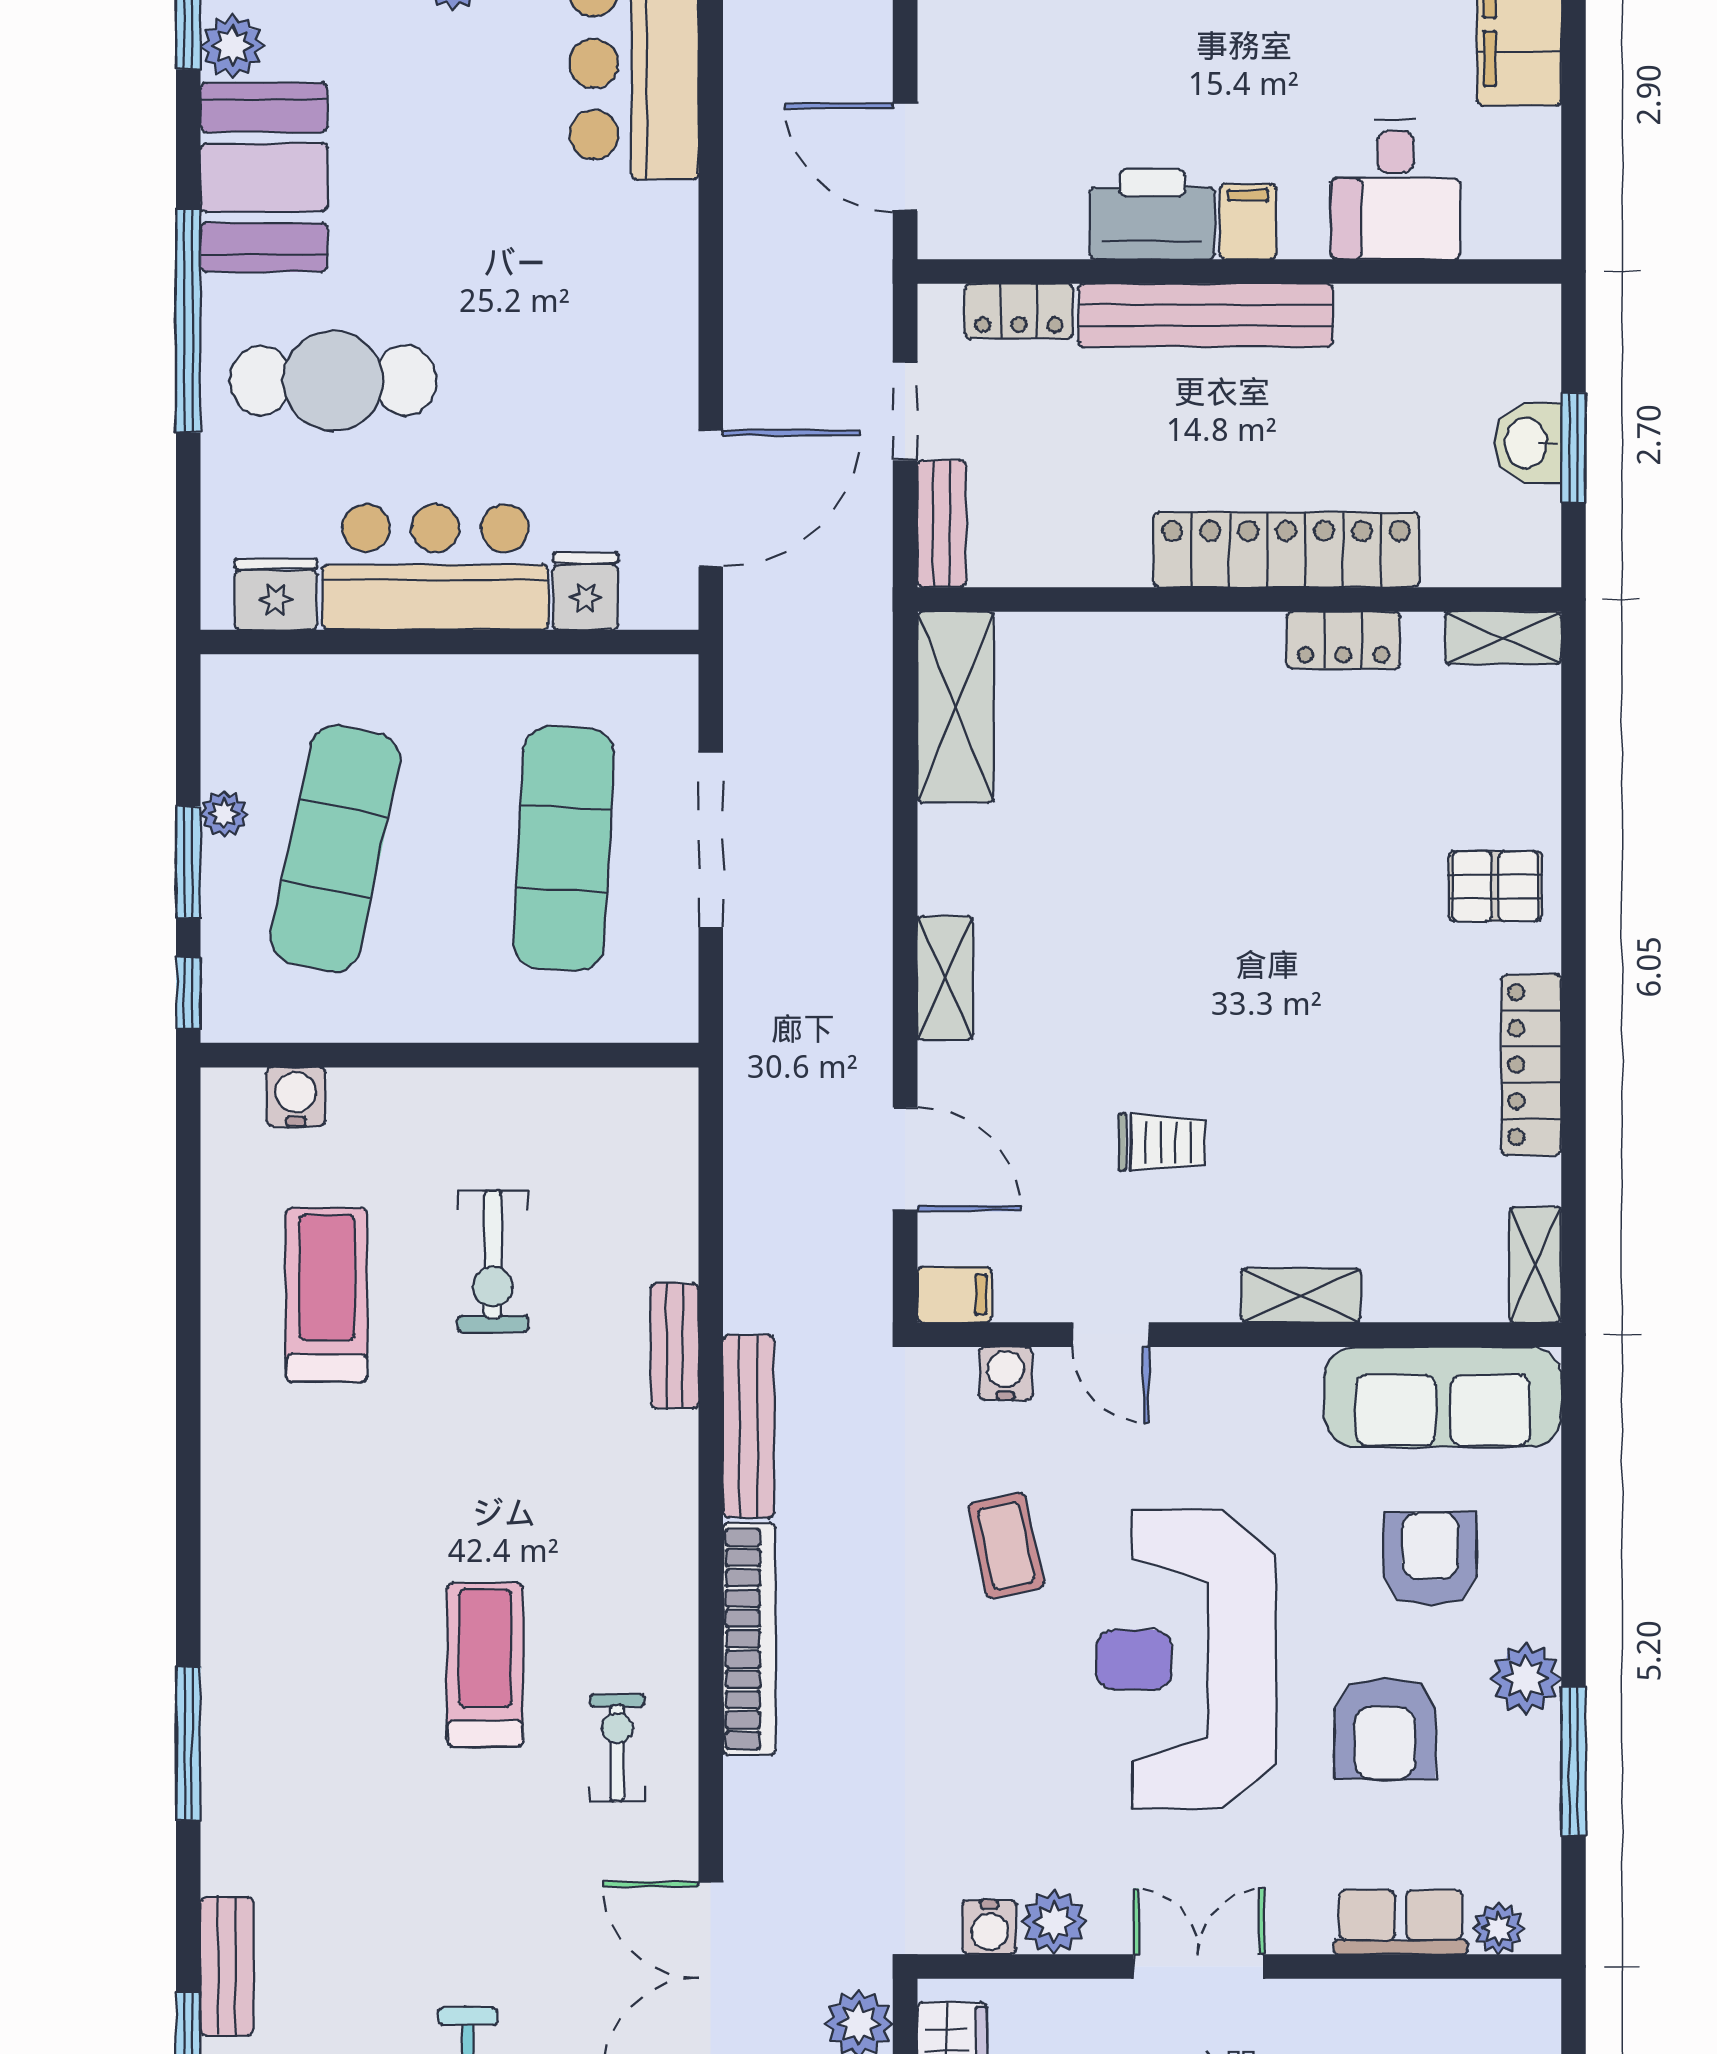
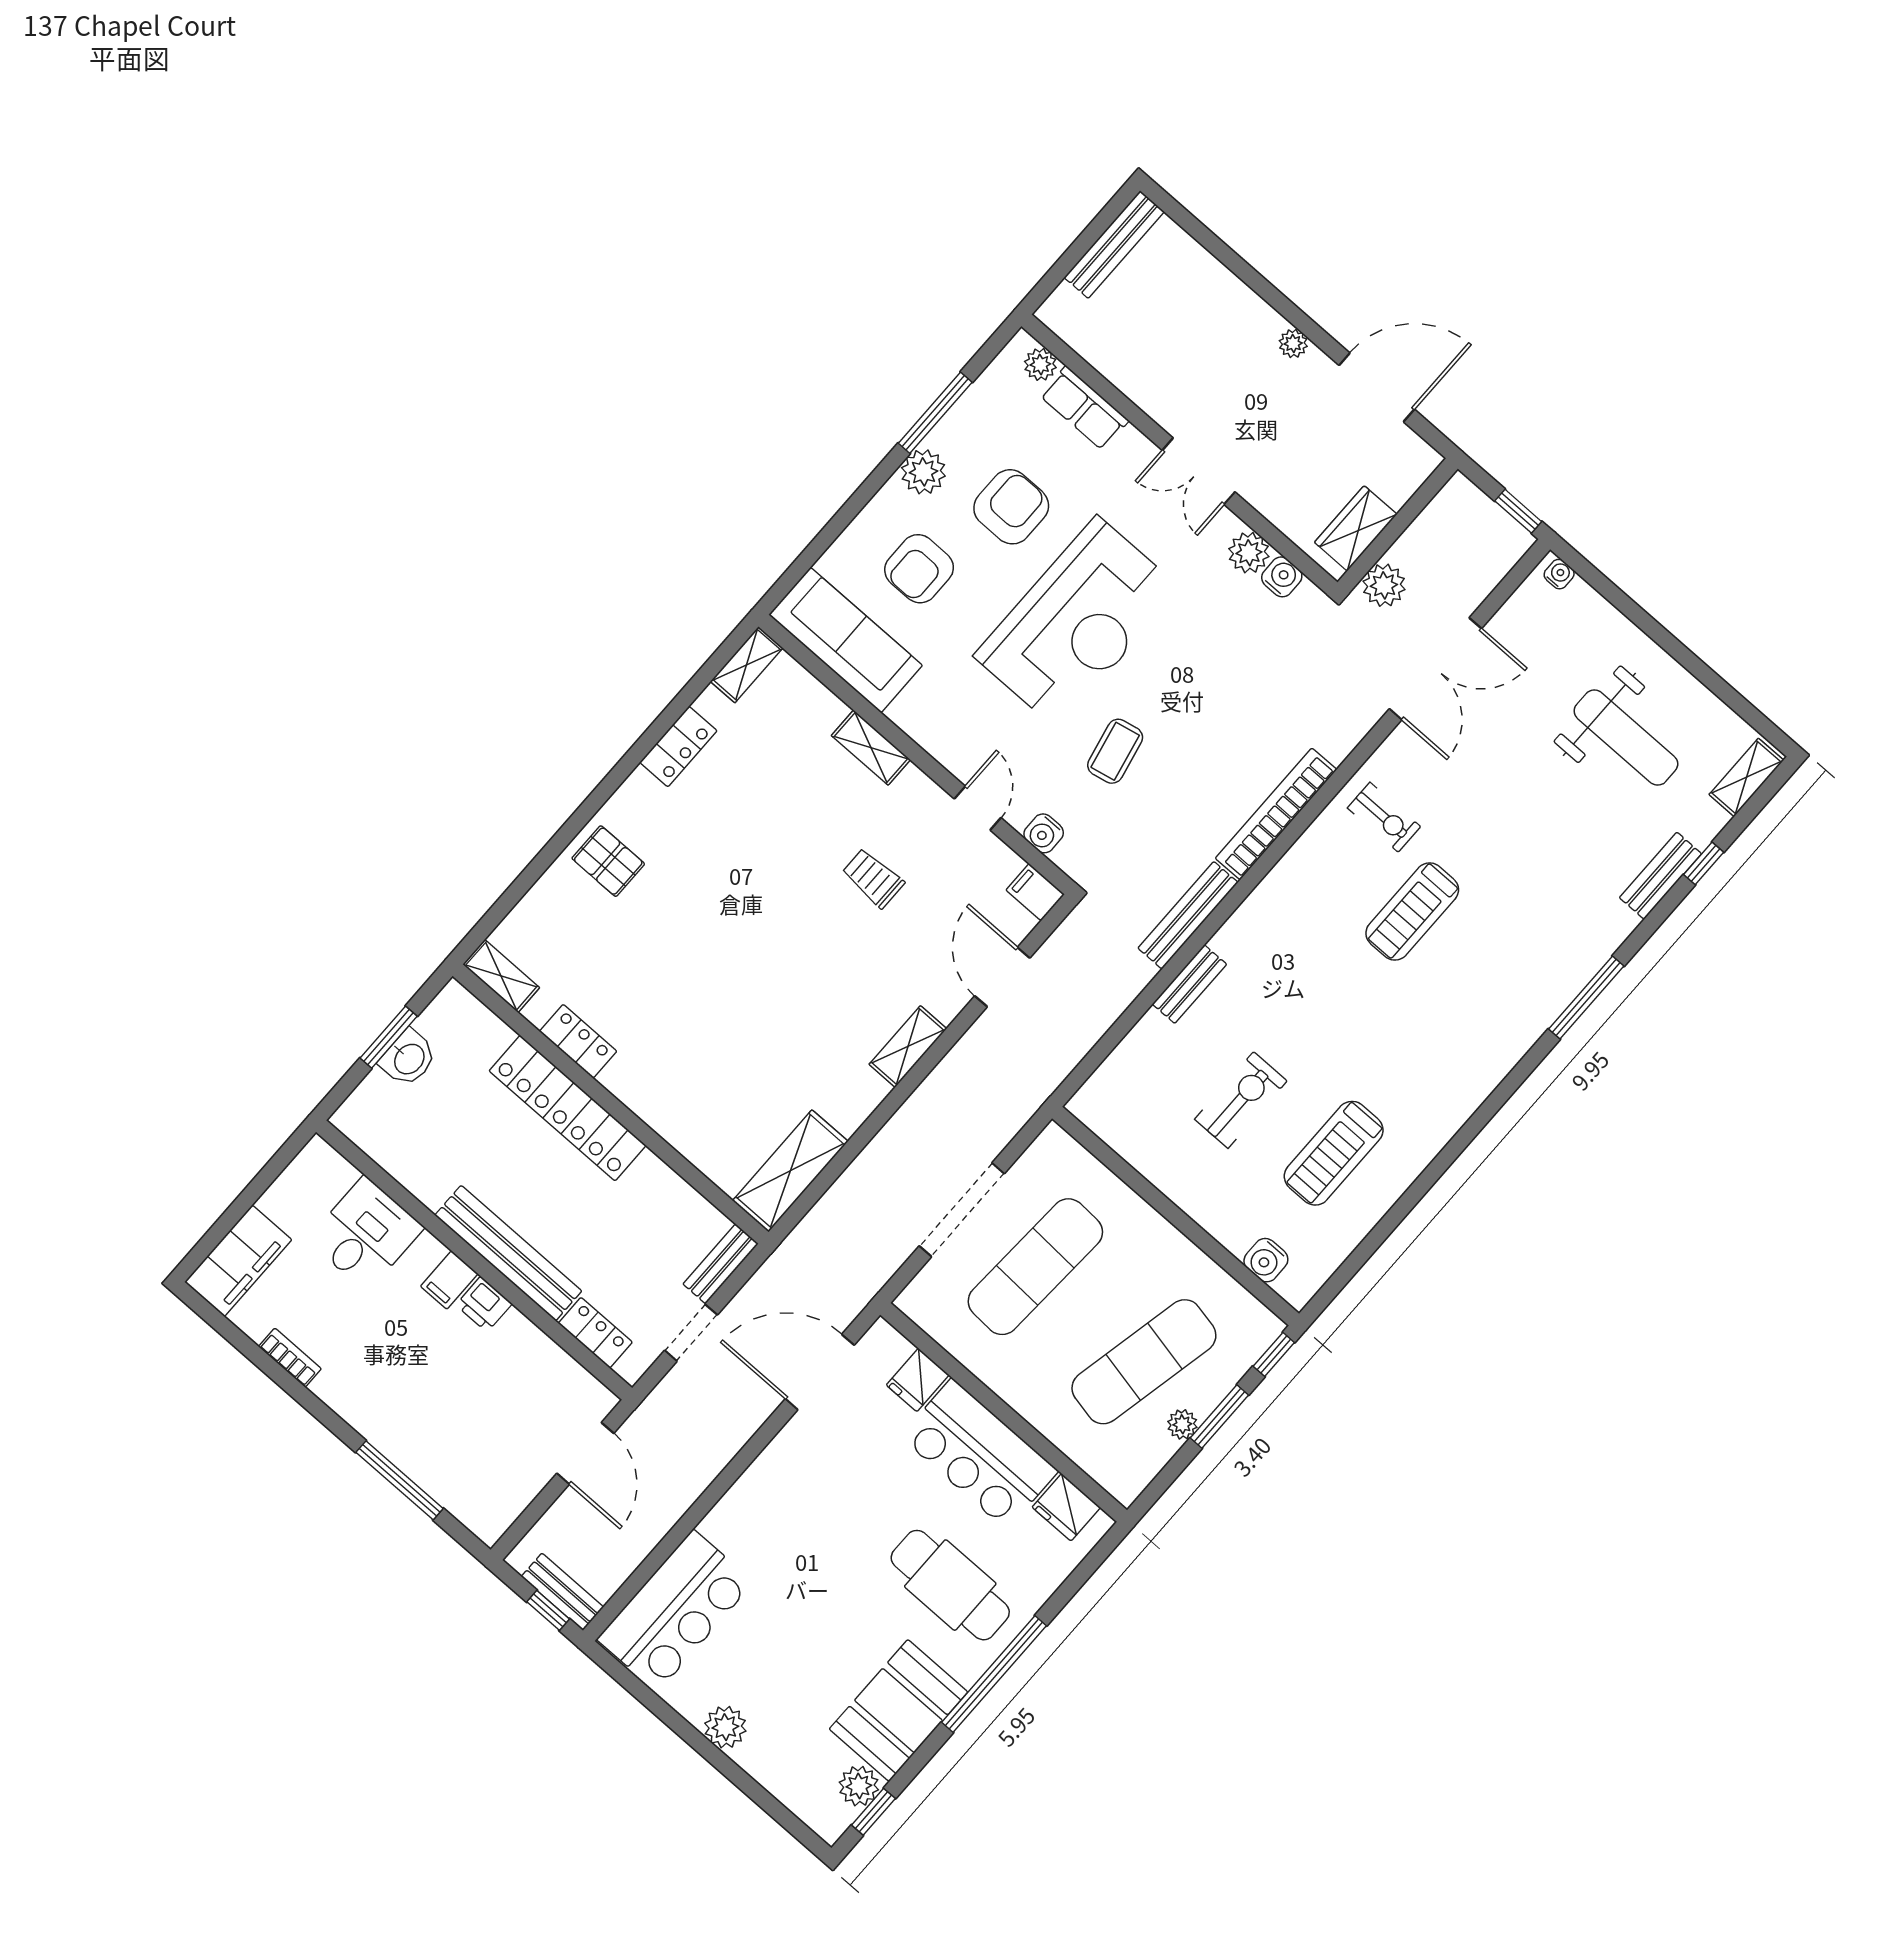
printer: (1152, 214) -> (484, 1304), width x0.53, depth x0.68
locker: (1531, 1065) -> (678, 747), width x0.66
exercise bike: (617, 1748) -> (1384, 817), turned -90

